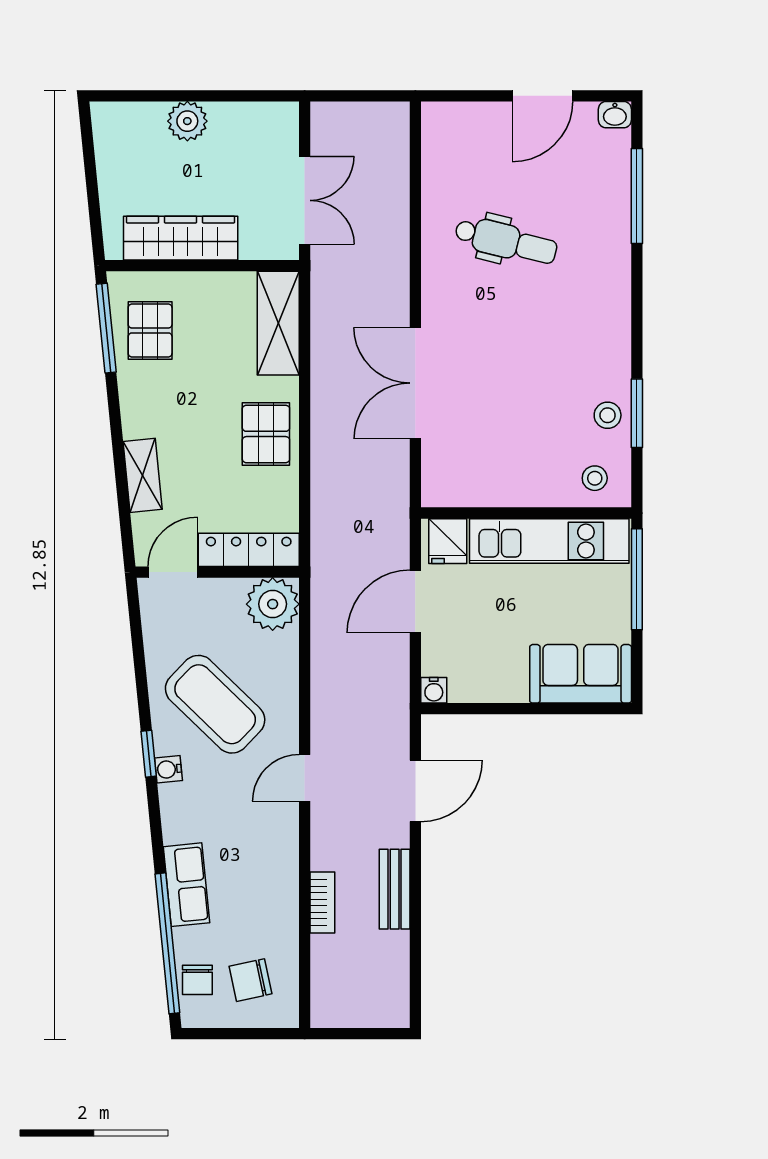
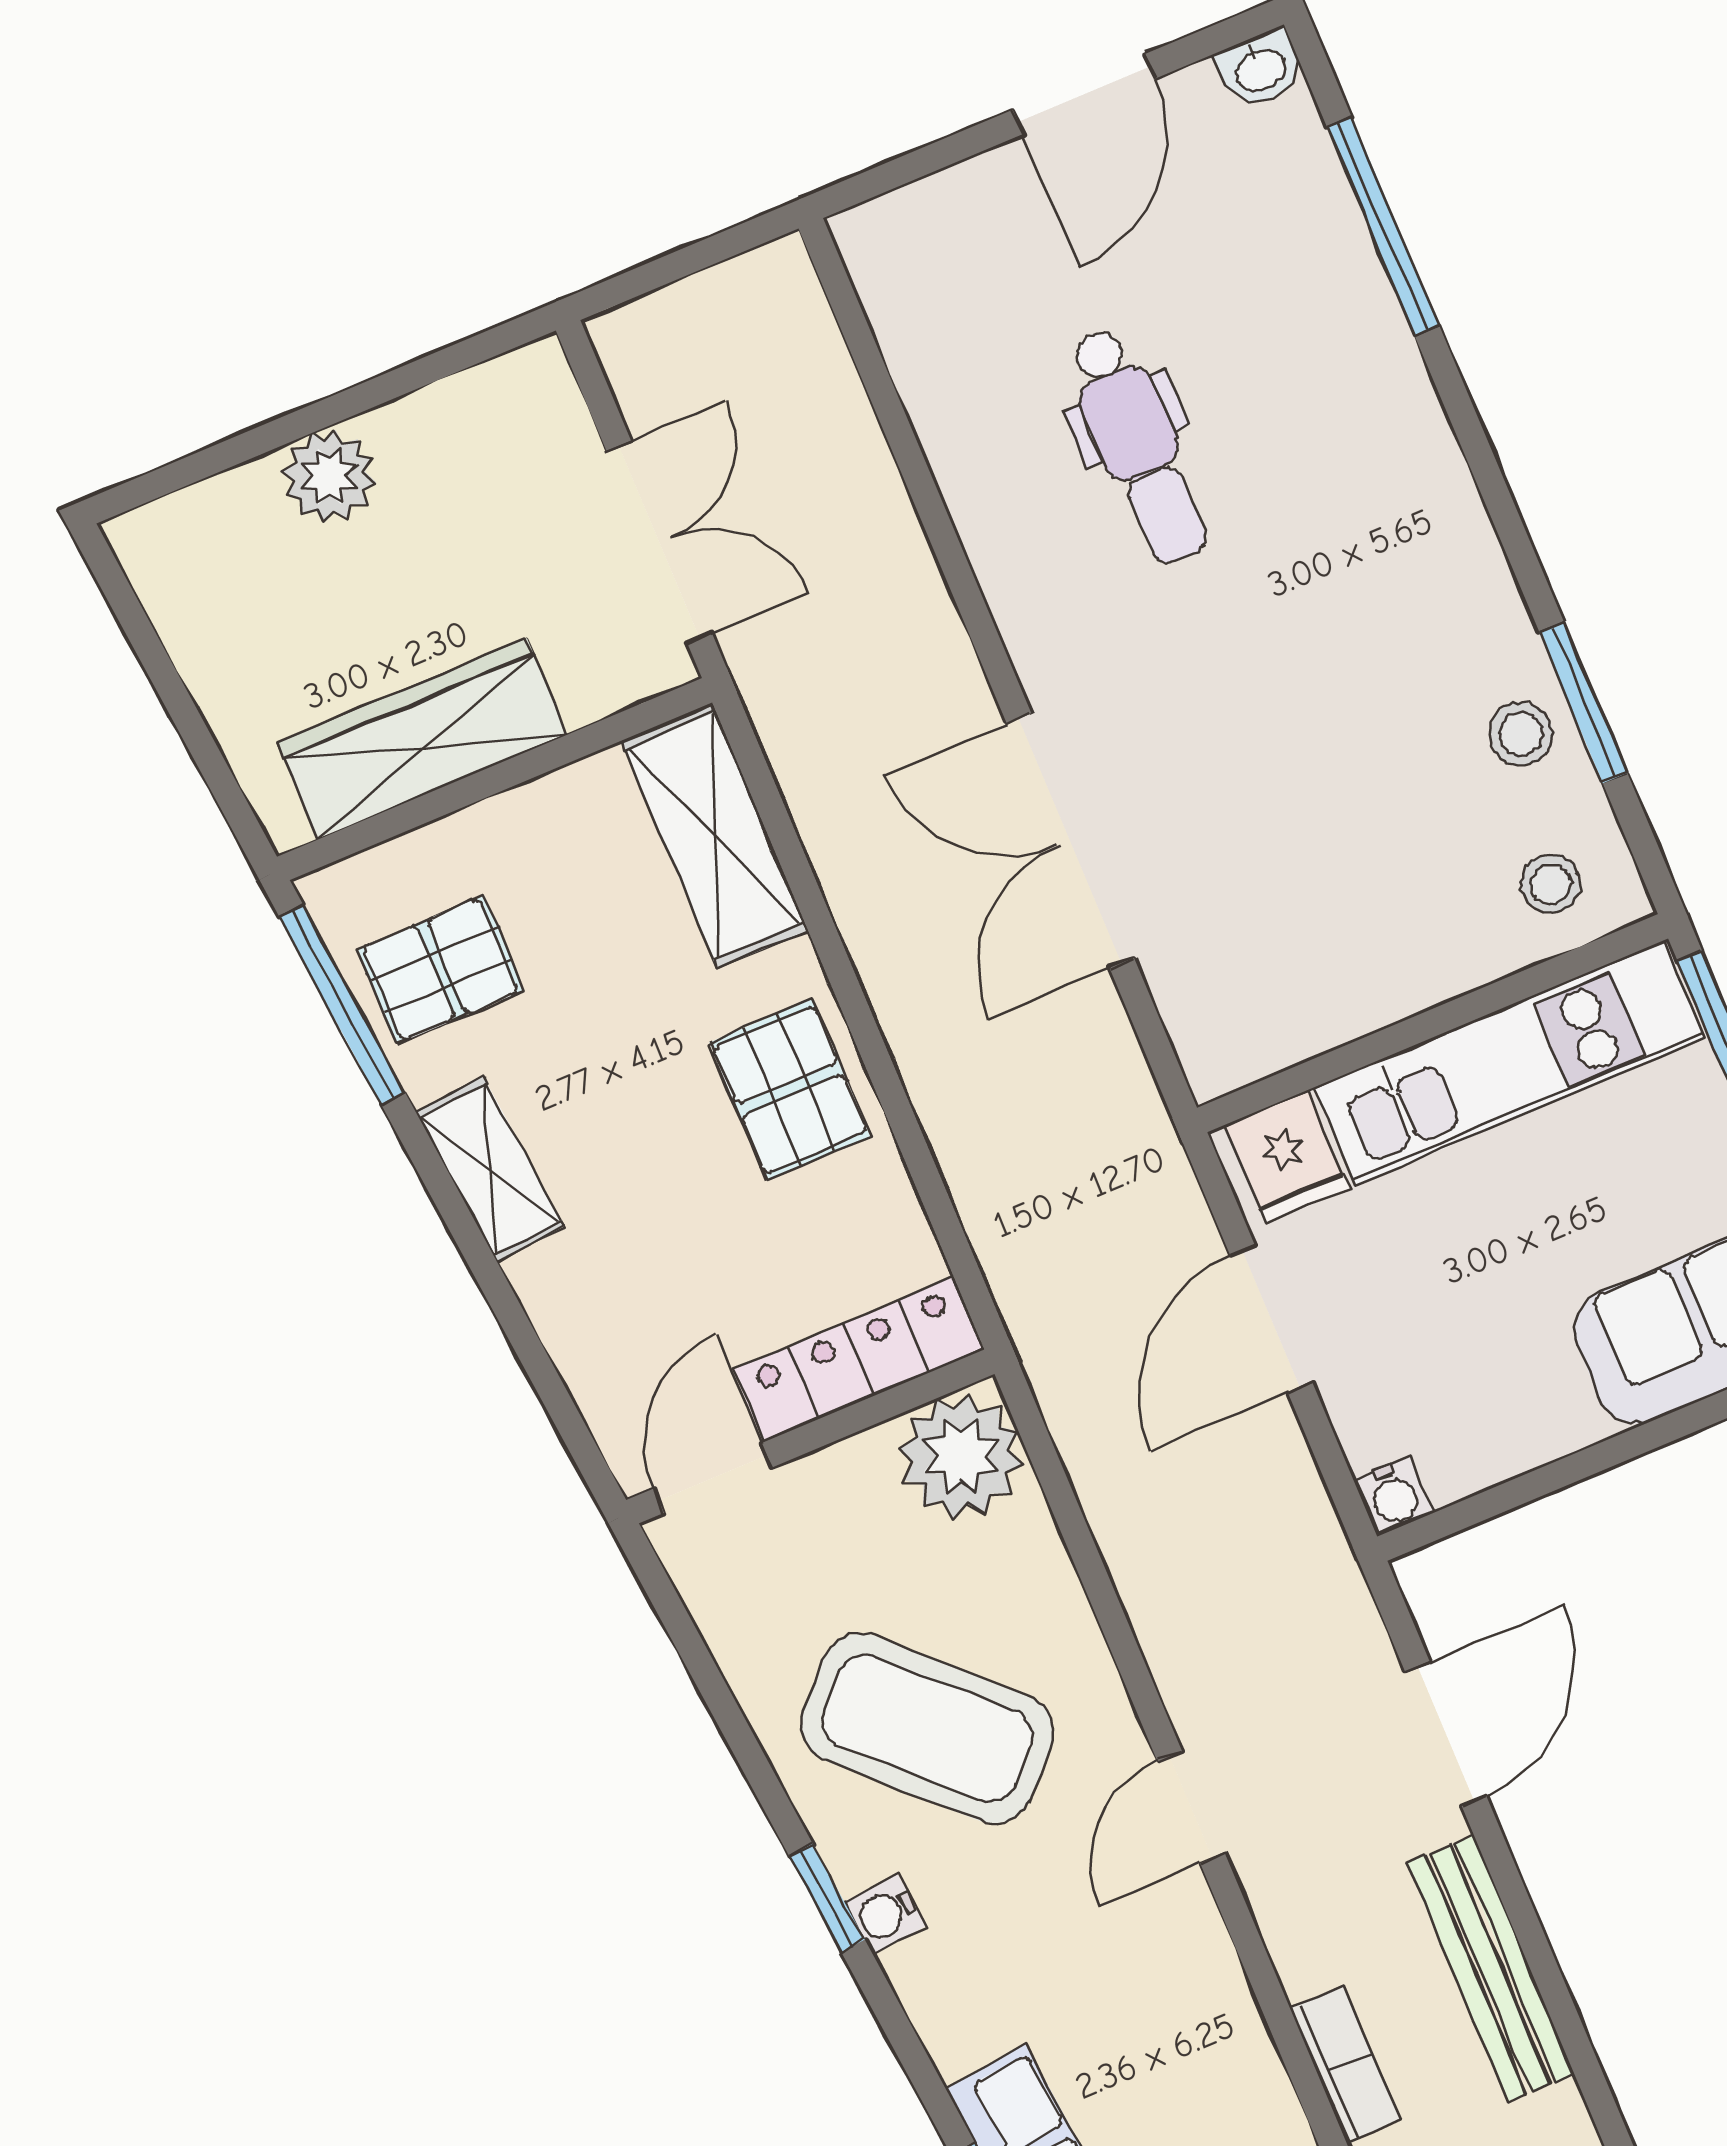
dental chair: (506, 241) -> (1138, 446), turned 76
pallet: (150, 330) -> (441, 970), turned 90
shelving: (143, 475) -> (490, 1169), moved
bench: (395, 889) -> (1491, 1968), width x1.36

